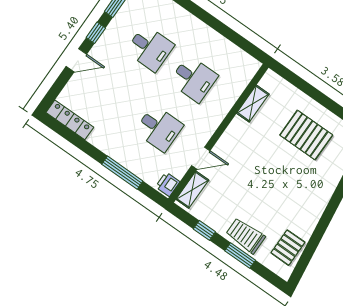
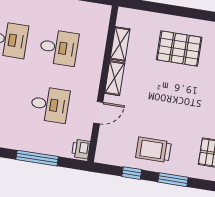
shelving: (192, 190) -> (115, 78), moved
trolley: (246, 236) -> (154, 150), moved

